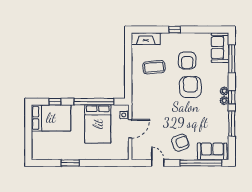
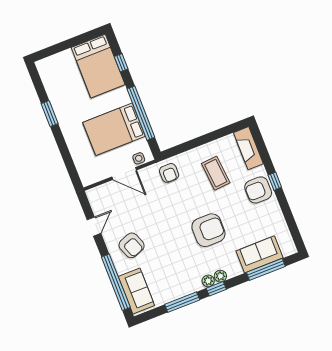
sofa: (220, 48) -> (260, 254), moved
armchair: (187, 60) -> (258, 190), moved
armchair: (142, 98) -> (169, 173), added

